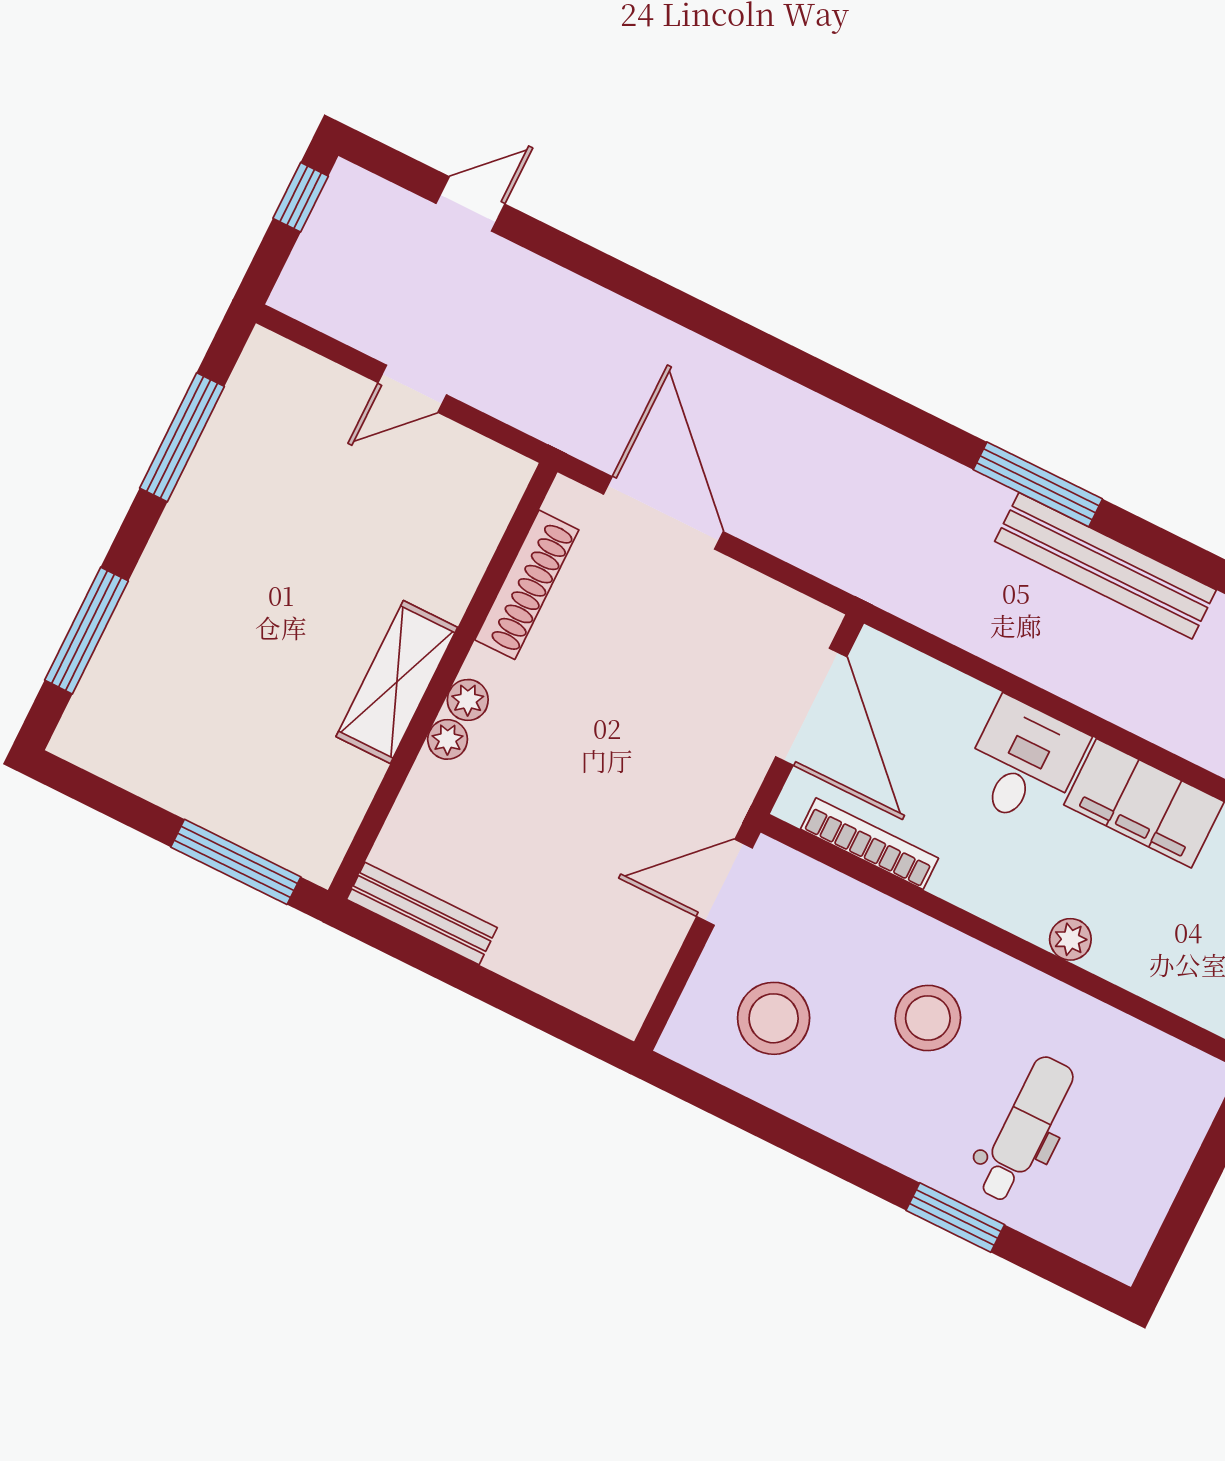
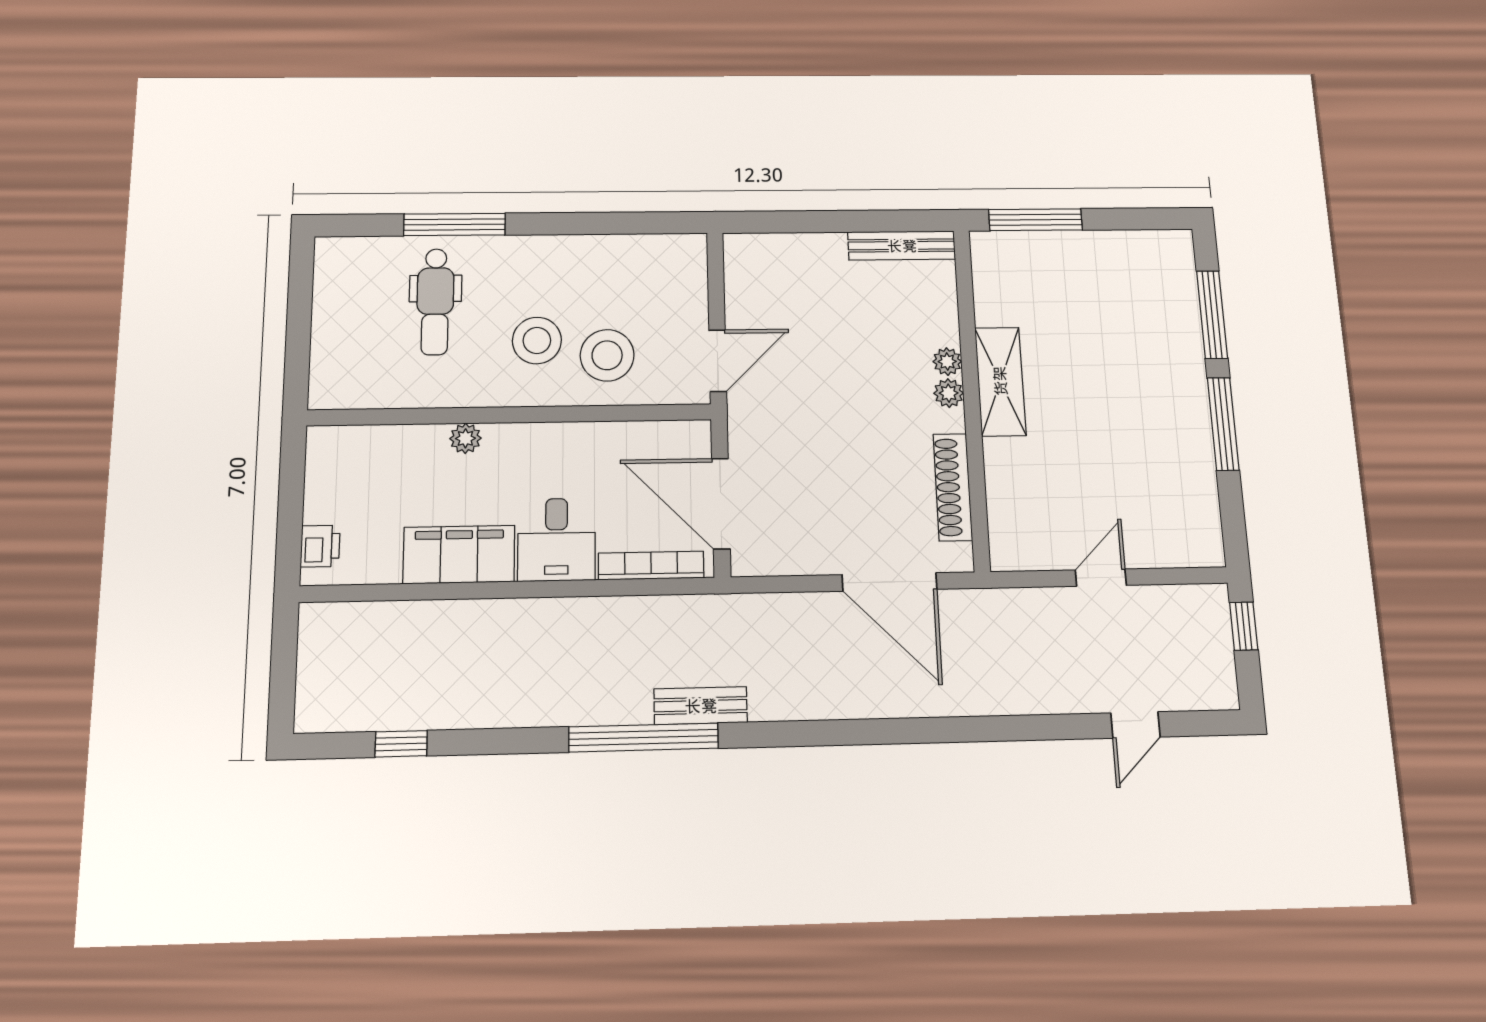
window: (301, 197) -> (1244, 626), moved
window: (182, 437) -> (1223, 424), moved
window: (1038, 484) -> (644, 738), width x1.46
bench: (1106, 566) -> (701, 706), moved, width x0.54, depth x0.82
bookcase: (869, 844) -> (651, 566), moved, turned 180
stool: (774, 1018) -> (607, 355), moved
window: (955, 1217) -> (454, 225), width x1.44

